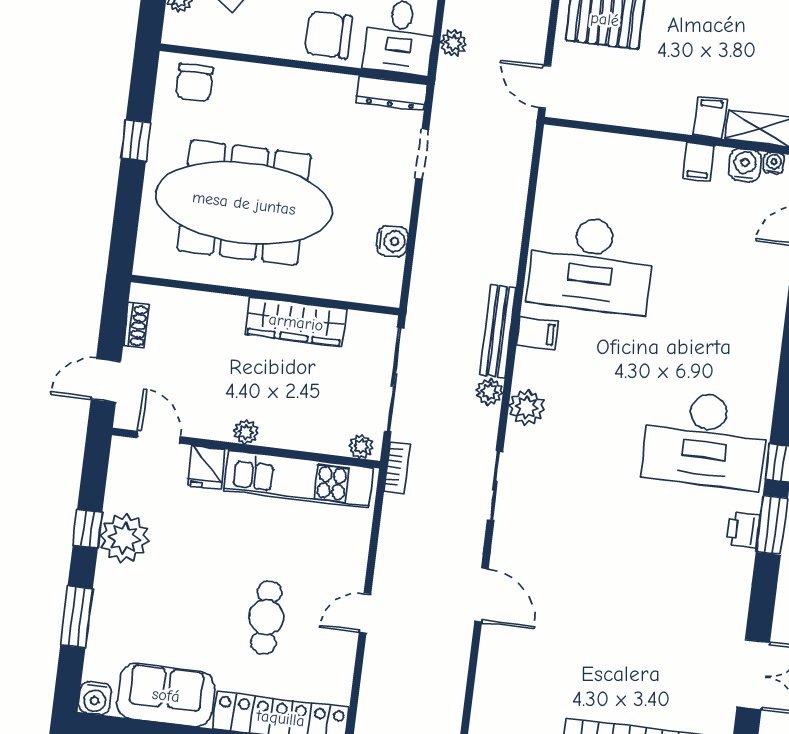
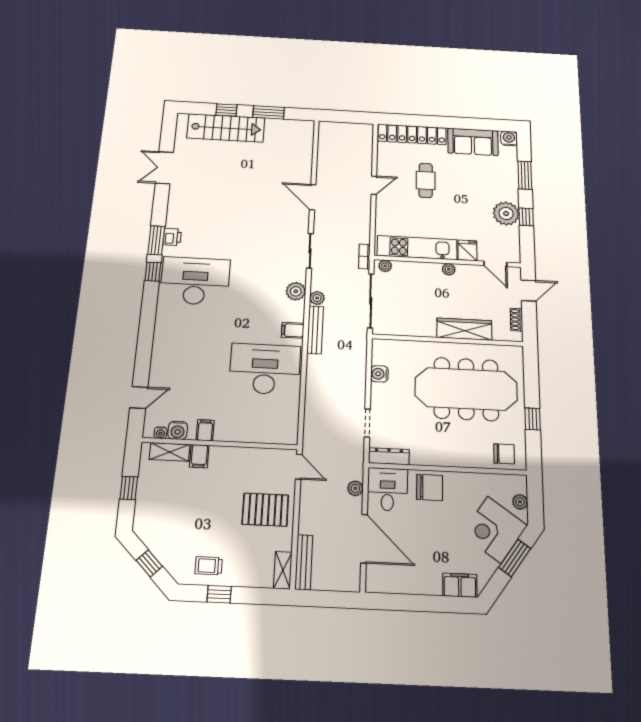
chair: (194, 83) -> (504, 454), turned 90
wardrobe: (296, 322) -> (464, 329), moved

